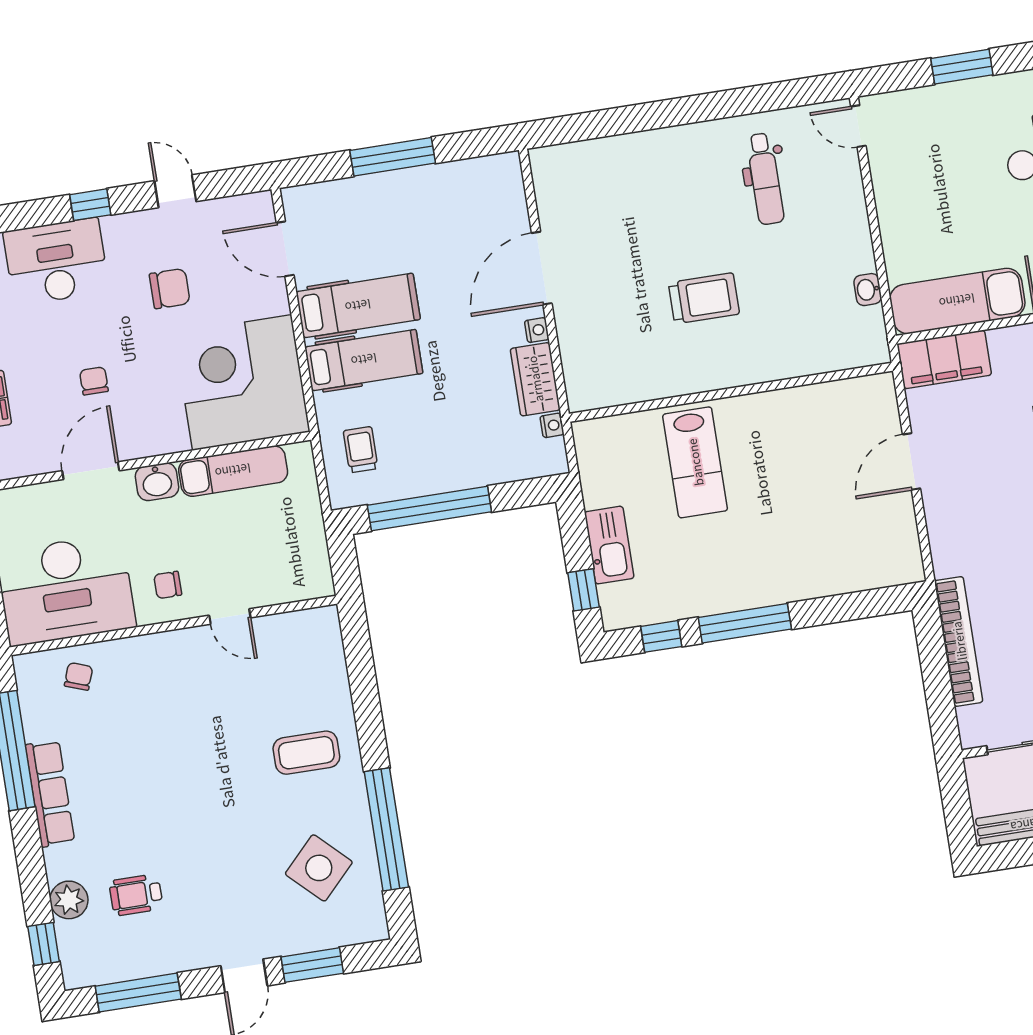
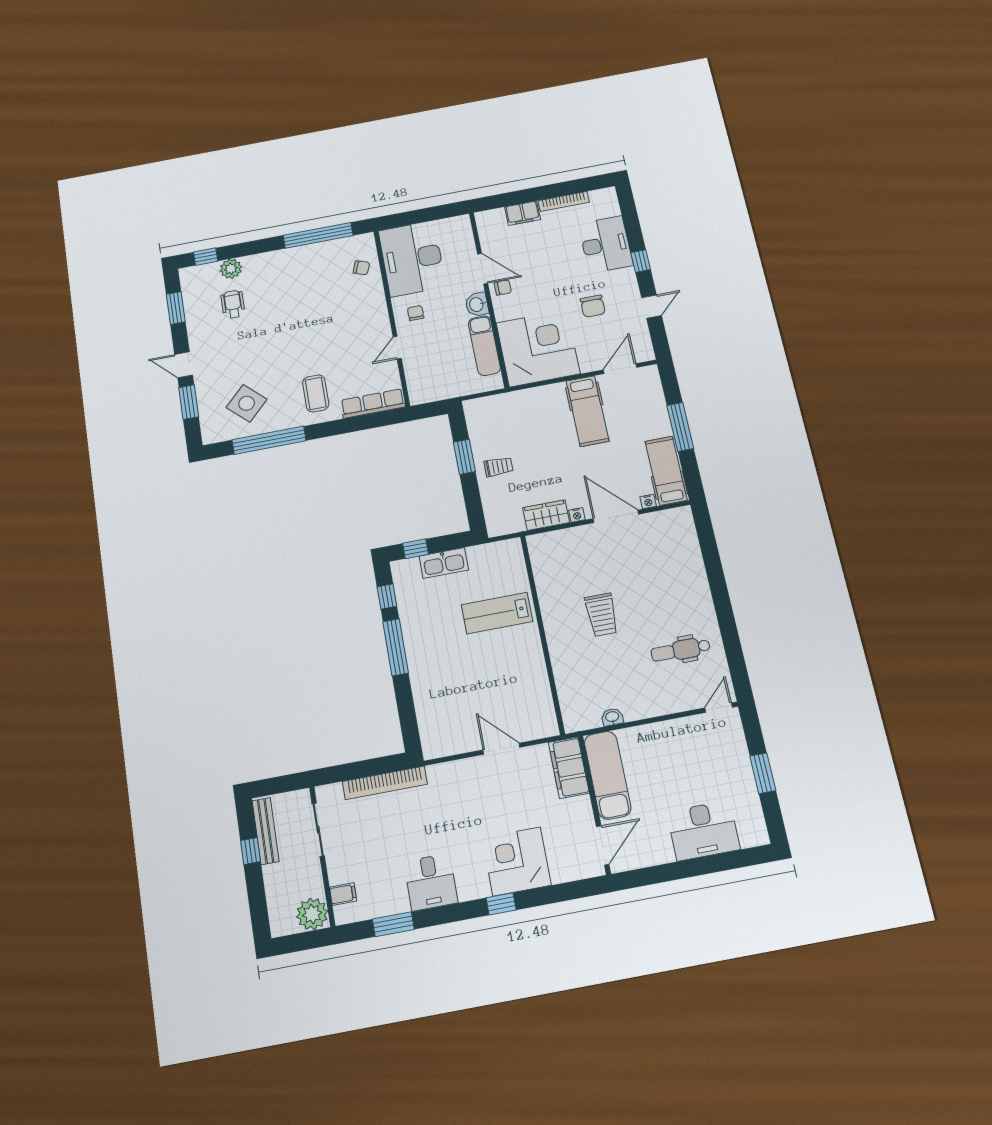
hospital bed: (364, 360) -> (666, 471), moved, turned 180
chair: (94, 381) -> (503, 288), moved
nightstand: (552, 425) -> (648, 502), moved
trolley: (361, 450) -> (498, 467), moved
window: (429, 509) -> (464, 457), width x0.47
row of seats: (50, 793) -> (373, 404), moved, turned 180
window: (138, 993) -> (176, 308), width x0.69

